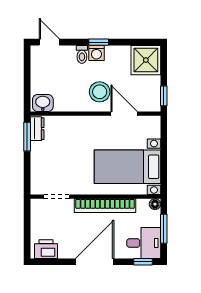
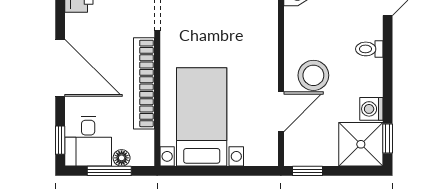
window: (99, 42) -> (388, 139), moved
washing machine: (96, 53) -> (371, 109), moved
floor lamp: (155, 204) -> (122, 158), moved

